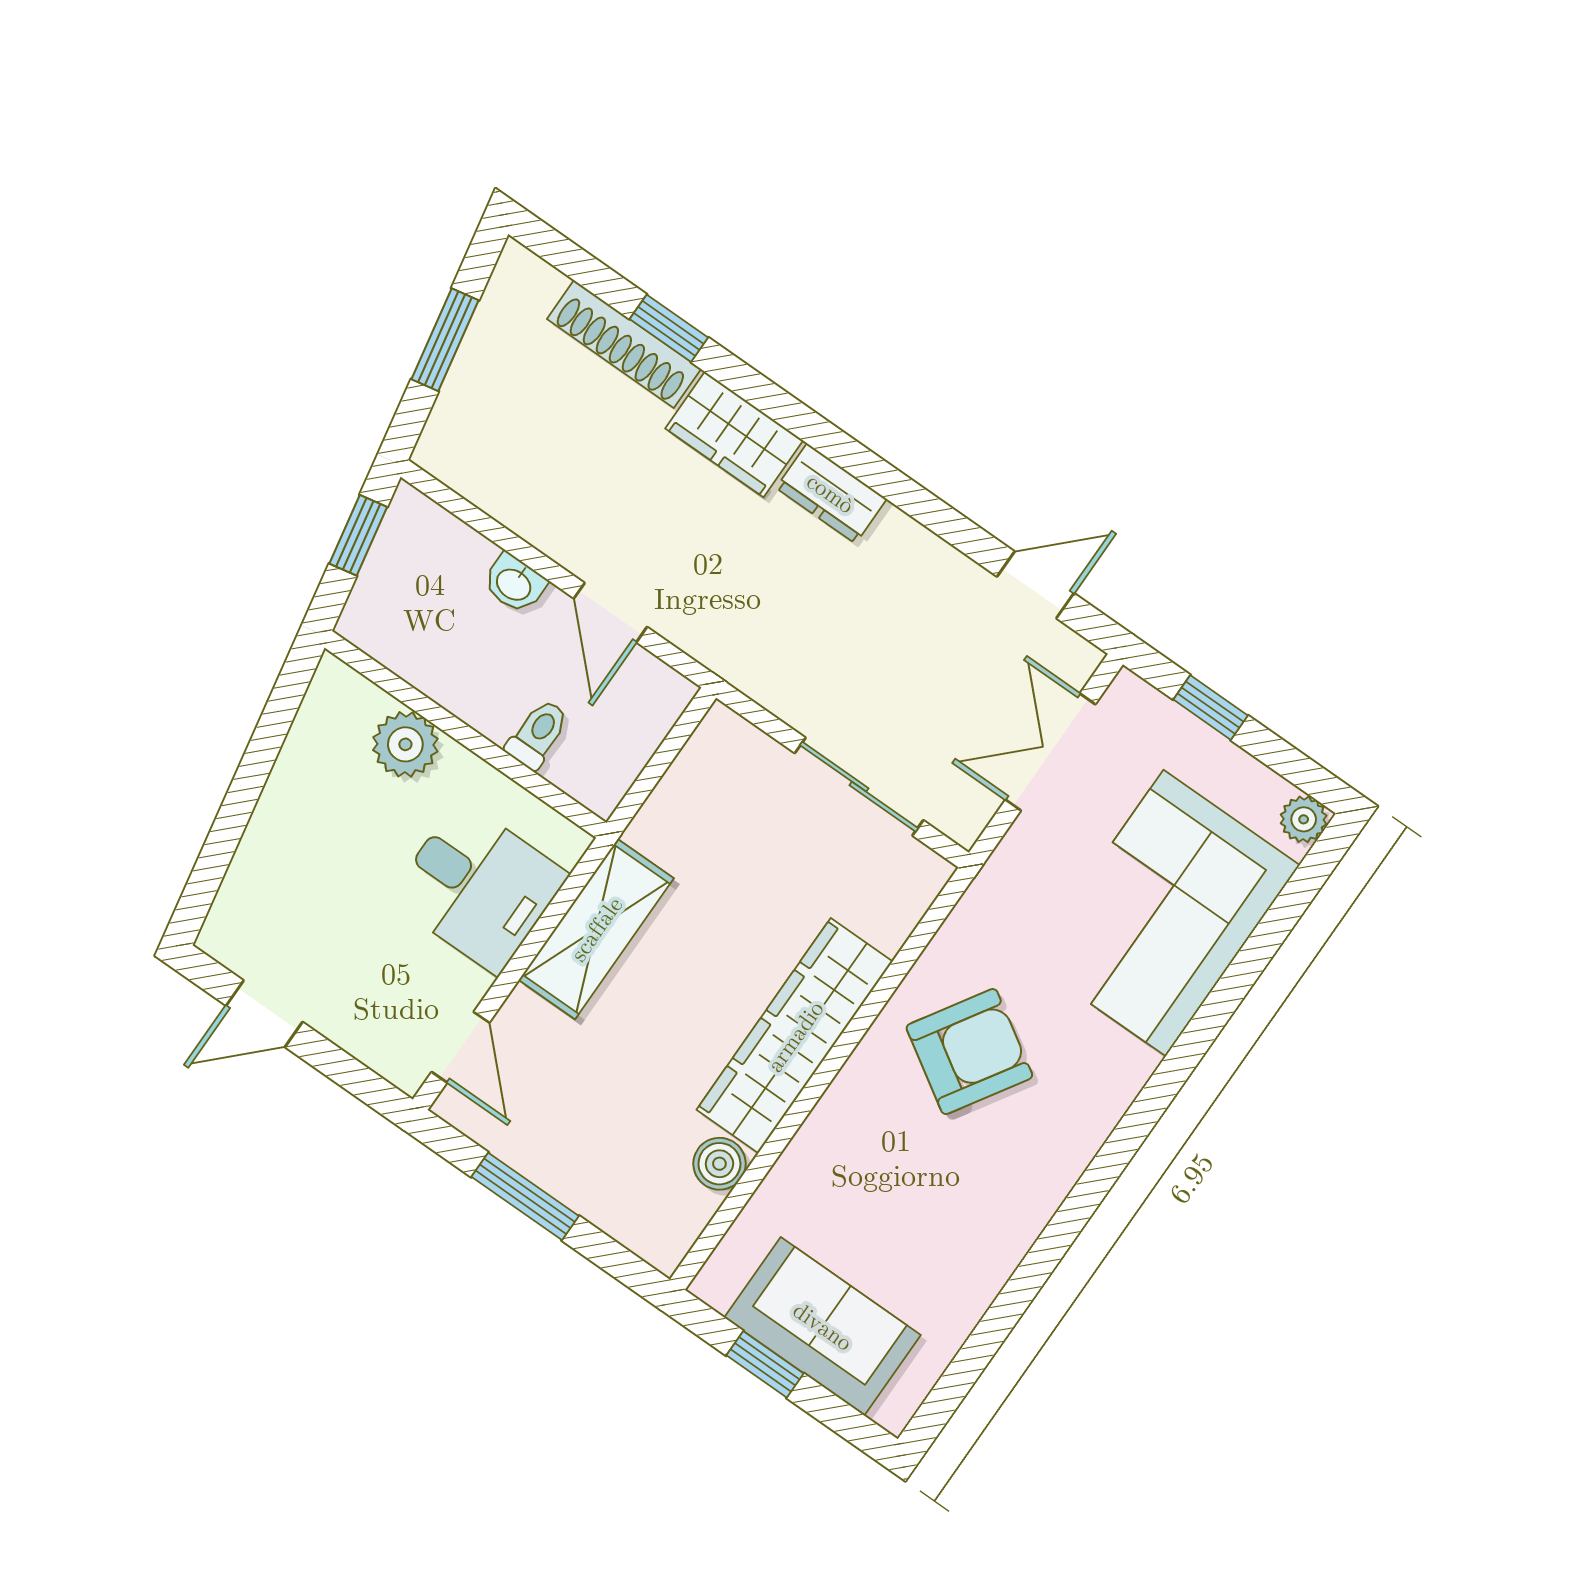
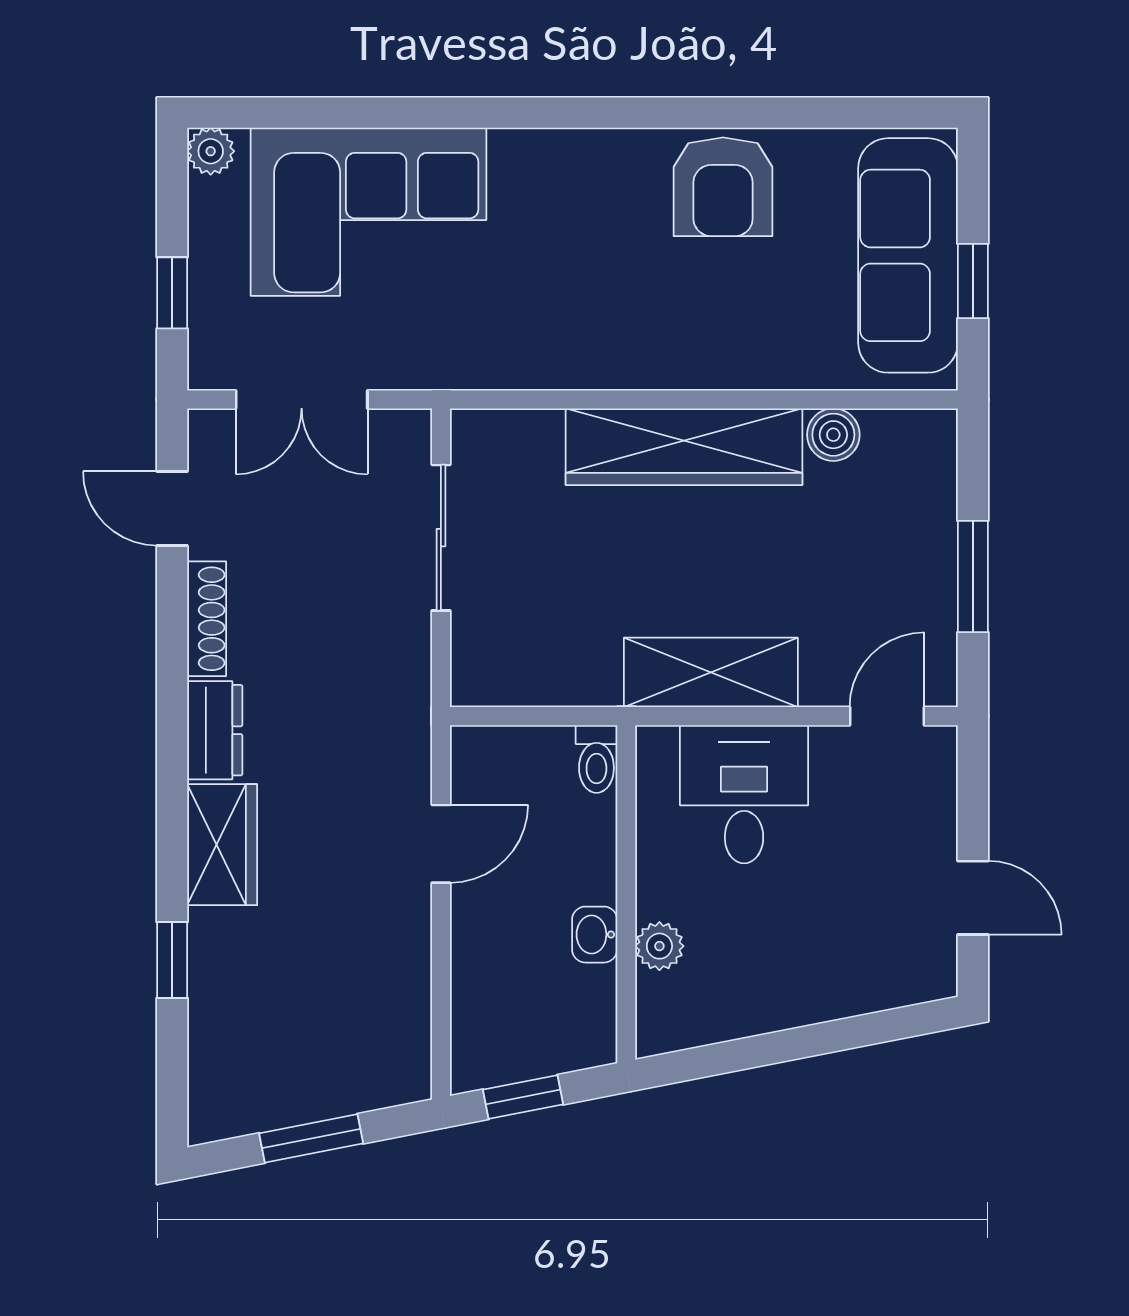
shoe rack: (624, 344) -> (207, 619), moved, width x0.74, depth x0.81
washbasin: (514, 584) -> (595, 935), moved, turned 180
toilet: (538, 734) -> (596, 759), moved, turned -90
plant: (405, 744) -> (659, 946), width x0.73, depth x0.73
armchair: (969, 1052) -> (723, 187), moved, turned -122
sofa: (823, 1326) -> (908, 255), width x1.36

